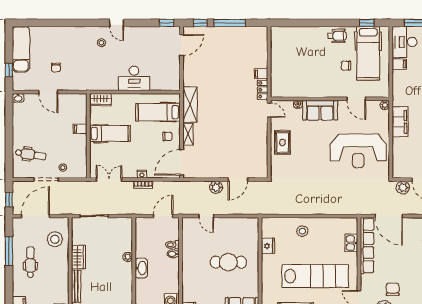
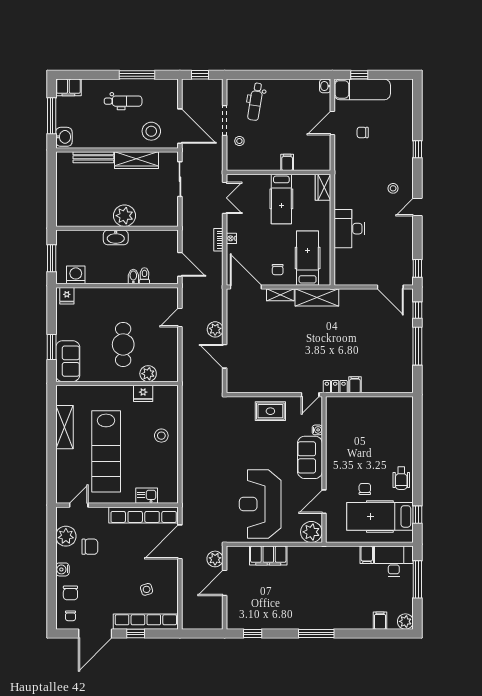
window: (70, 23) -> (417, 149), added
exam couch: (21, 49) -> (362, 89), moved
plant: (385, 105) -> (311, 532), width x1.88, depth x1.88
filing cabinet: (400, 122) -> (268, 556), moved
door: (35, 216) -> (180, 126), moved
plant: (252, 242) -> (148, 374), added
wardrobe: (78, 257) -> (137, 160), width x1.50
plant: (128, 257) -> (125, 216), width x1.87, depth x1.87

